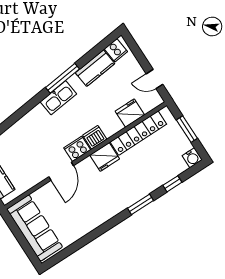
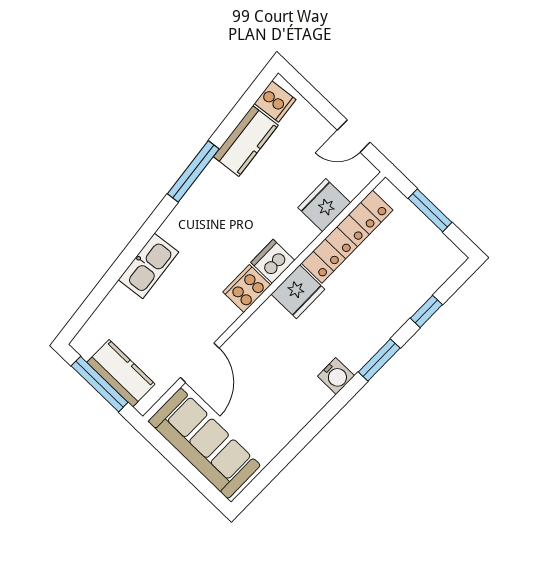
kitchen sink: (58, 98) -> (148, 266), moved
water cooler: (192, 158) -> (336, 376), moved
door: (61, 171) -> (200, 363), moved

